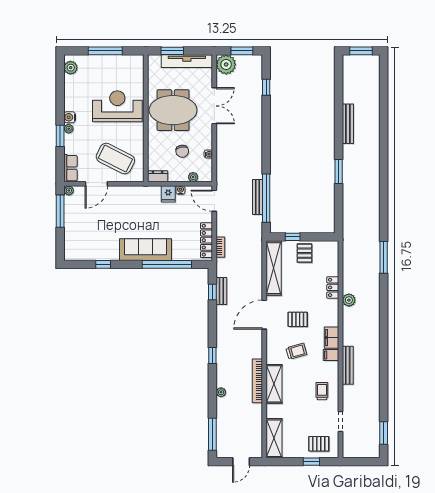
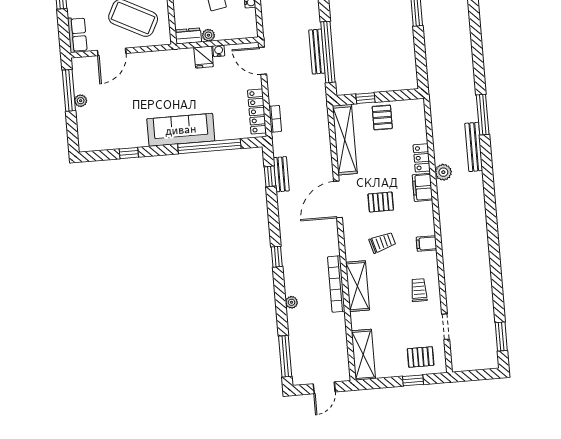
plant: (193, 177) -> (208, 35), moved
plant: (69, 191) -> (81, 101), moved
filing cabinet: (331, 338) -> (422, 187), moved
bench: (348, 365) -> (474, 147), moved

